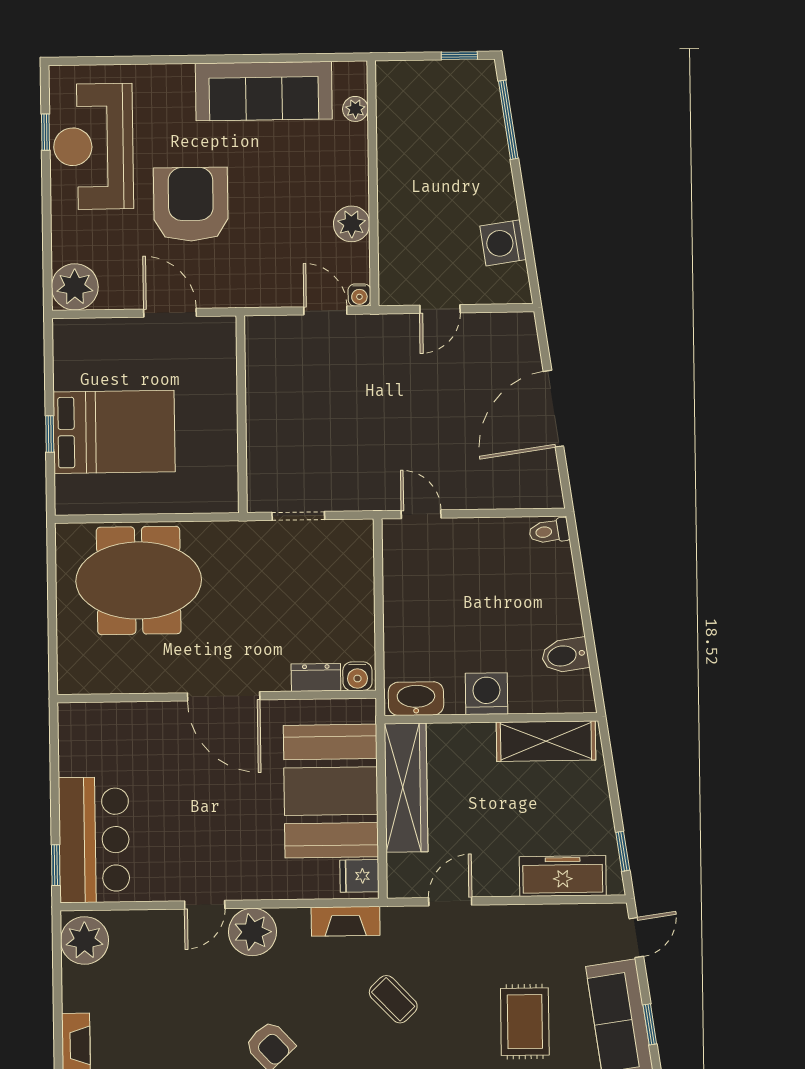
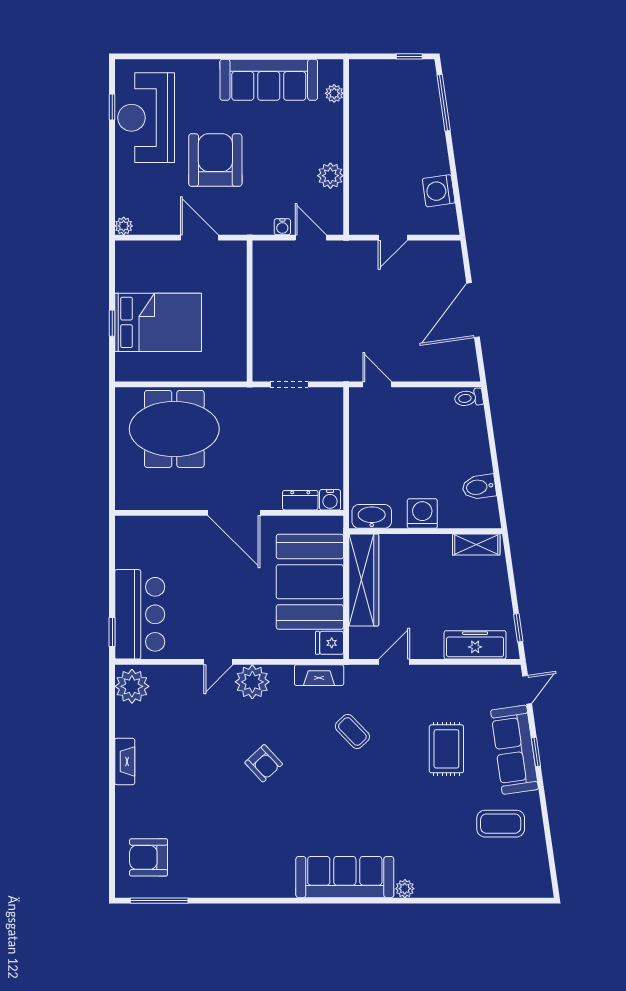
plant: (75, 287) -> (124, 226), width x0.53, depth x0.53
water cooler: (359, 295) -> (282, 227), moved
shelving: (546, 741) -> (476, 545), width x0.67, depth x0.75

